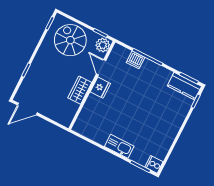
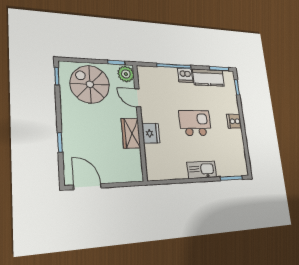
dishwasher: (136, 60) -> (185, 75), moved
kitchen counter: (184, 86) -> (208, 78), moved
fridge: (100, 88) -> (151, 133), moved
door: (27, 109) -> (87, 187), swing flipped
kitchen island: (137, 109) -> (195, 123), added
cooker: (154, 164) -> (234, 121), moved

